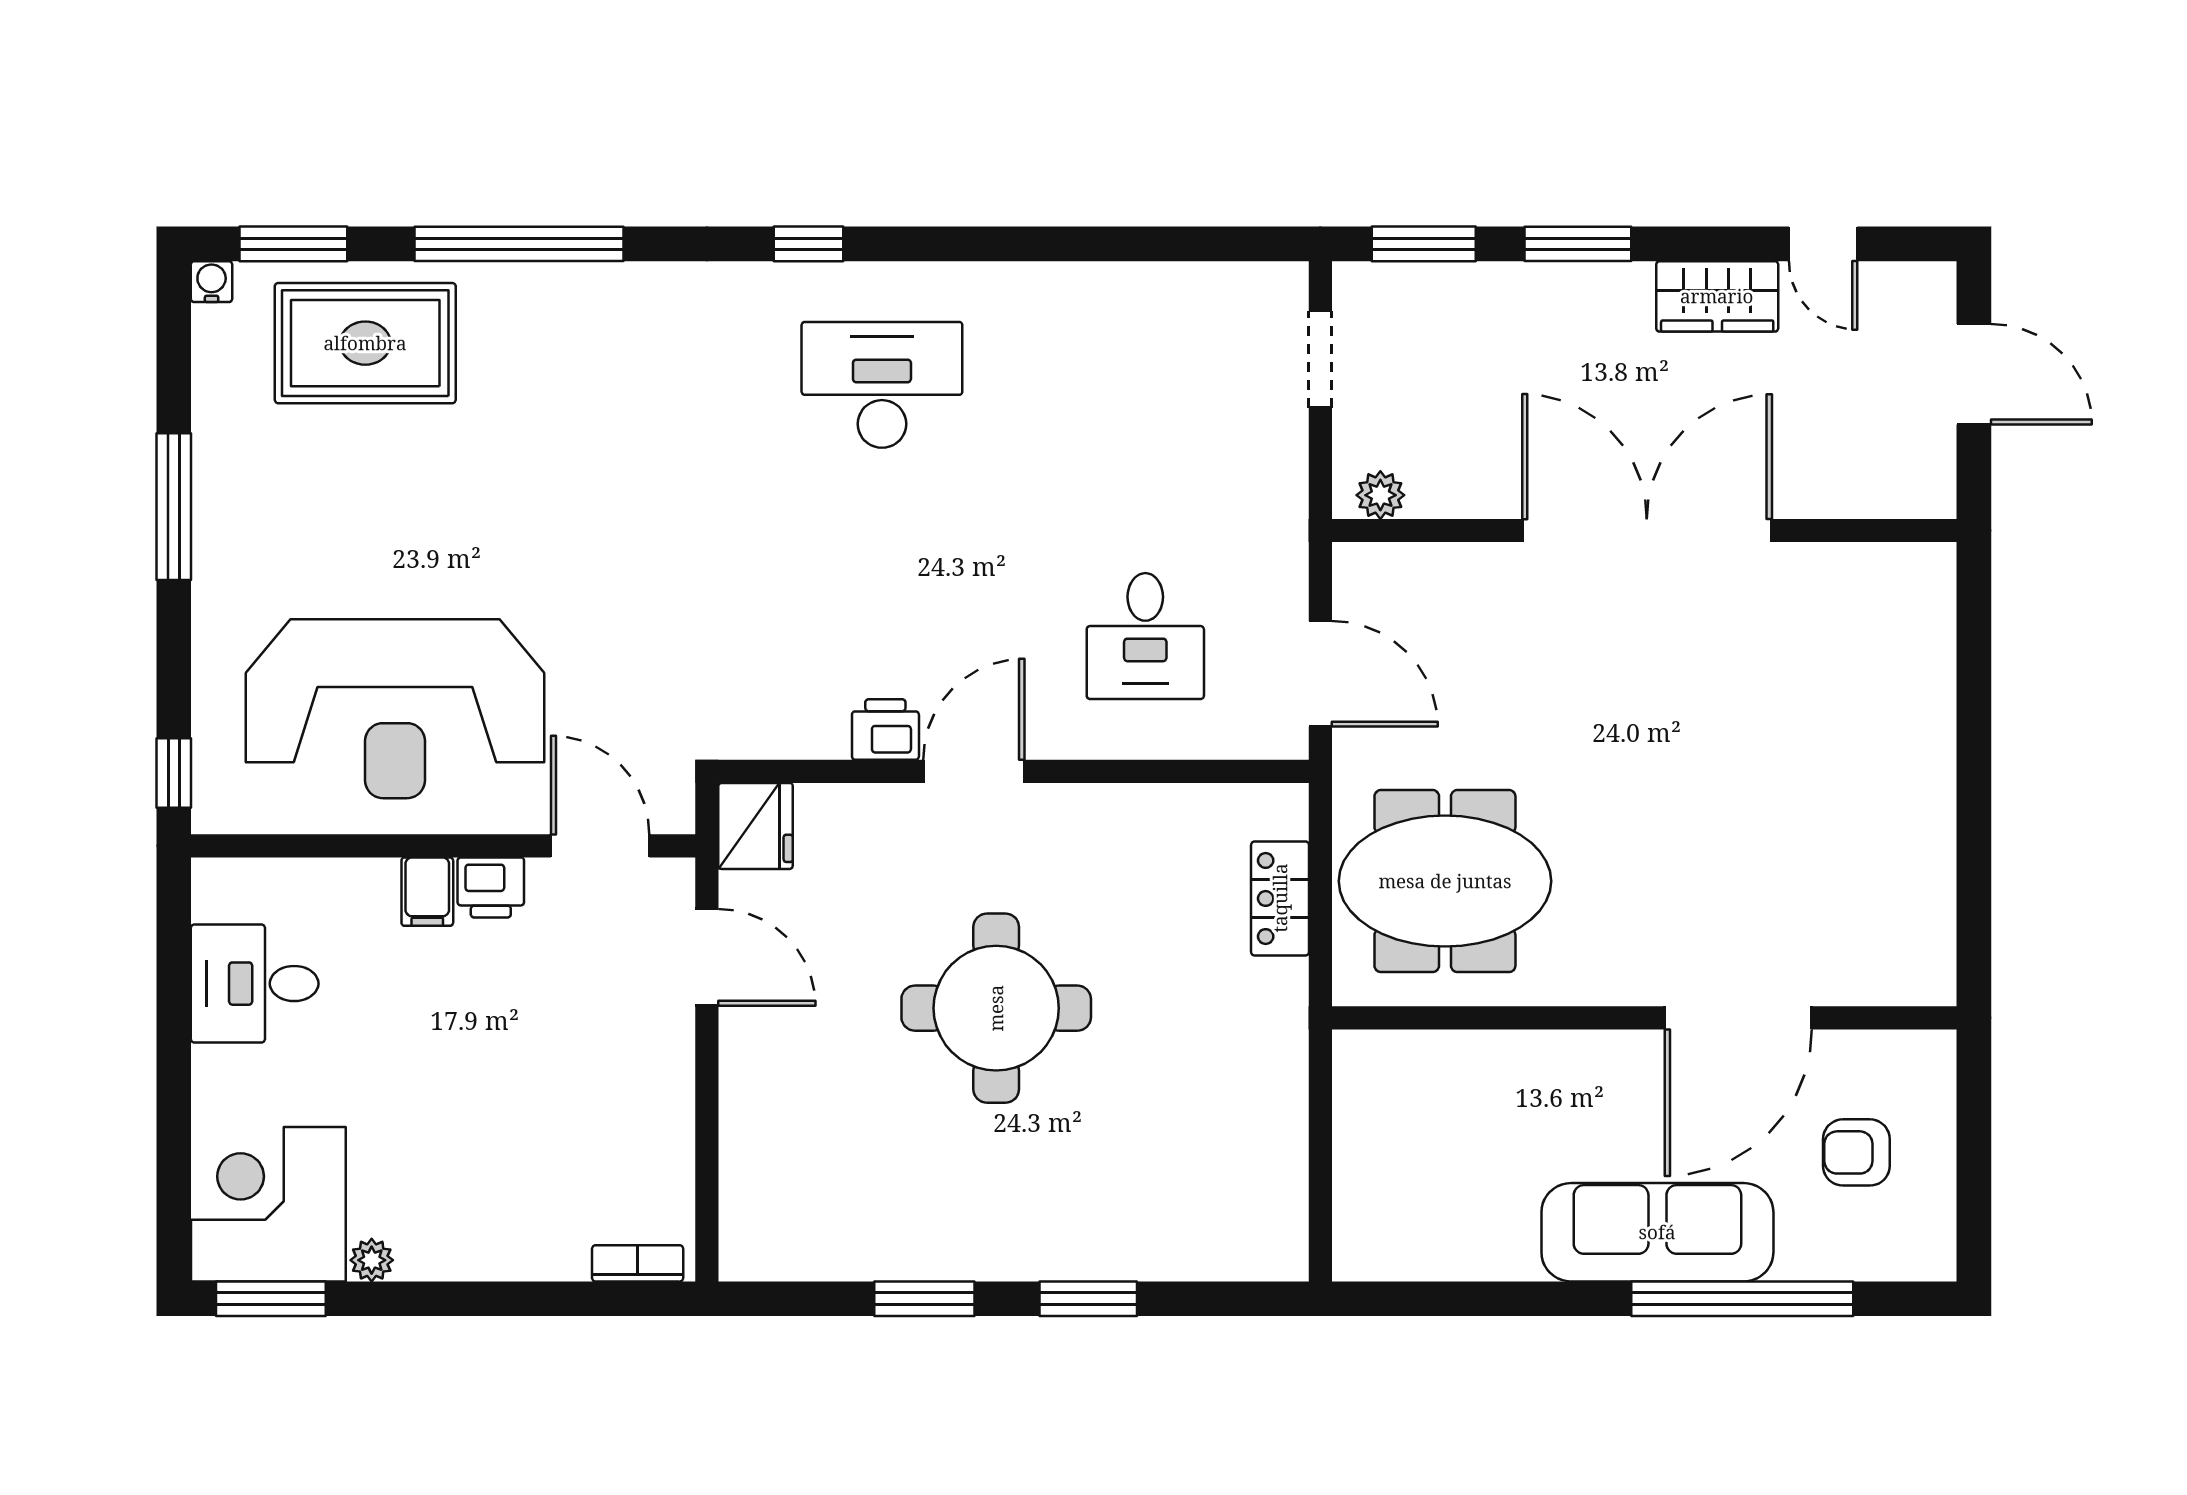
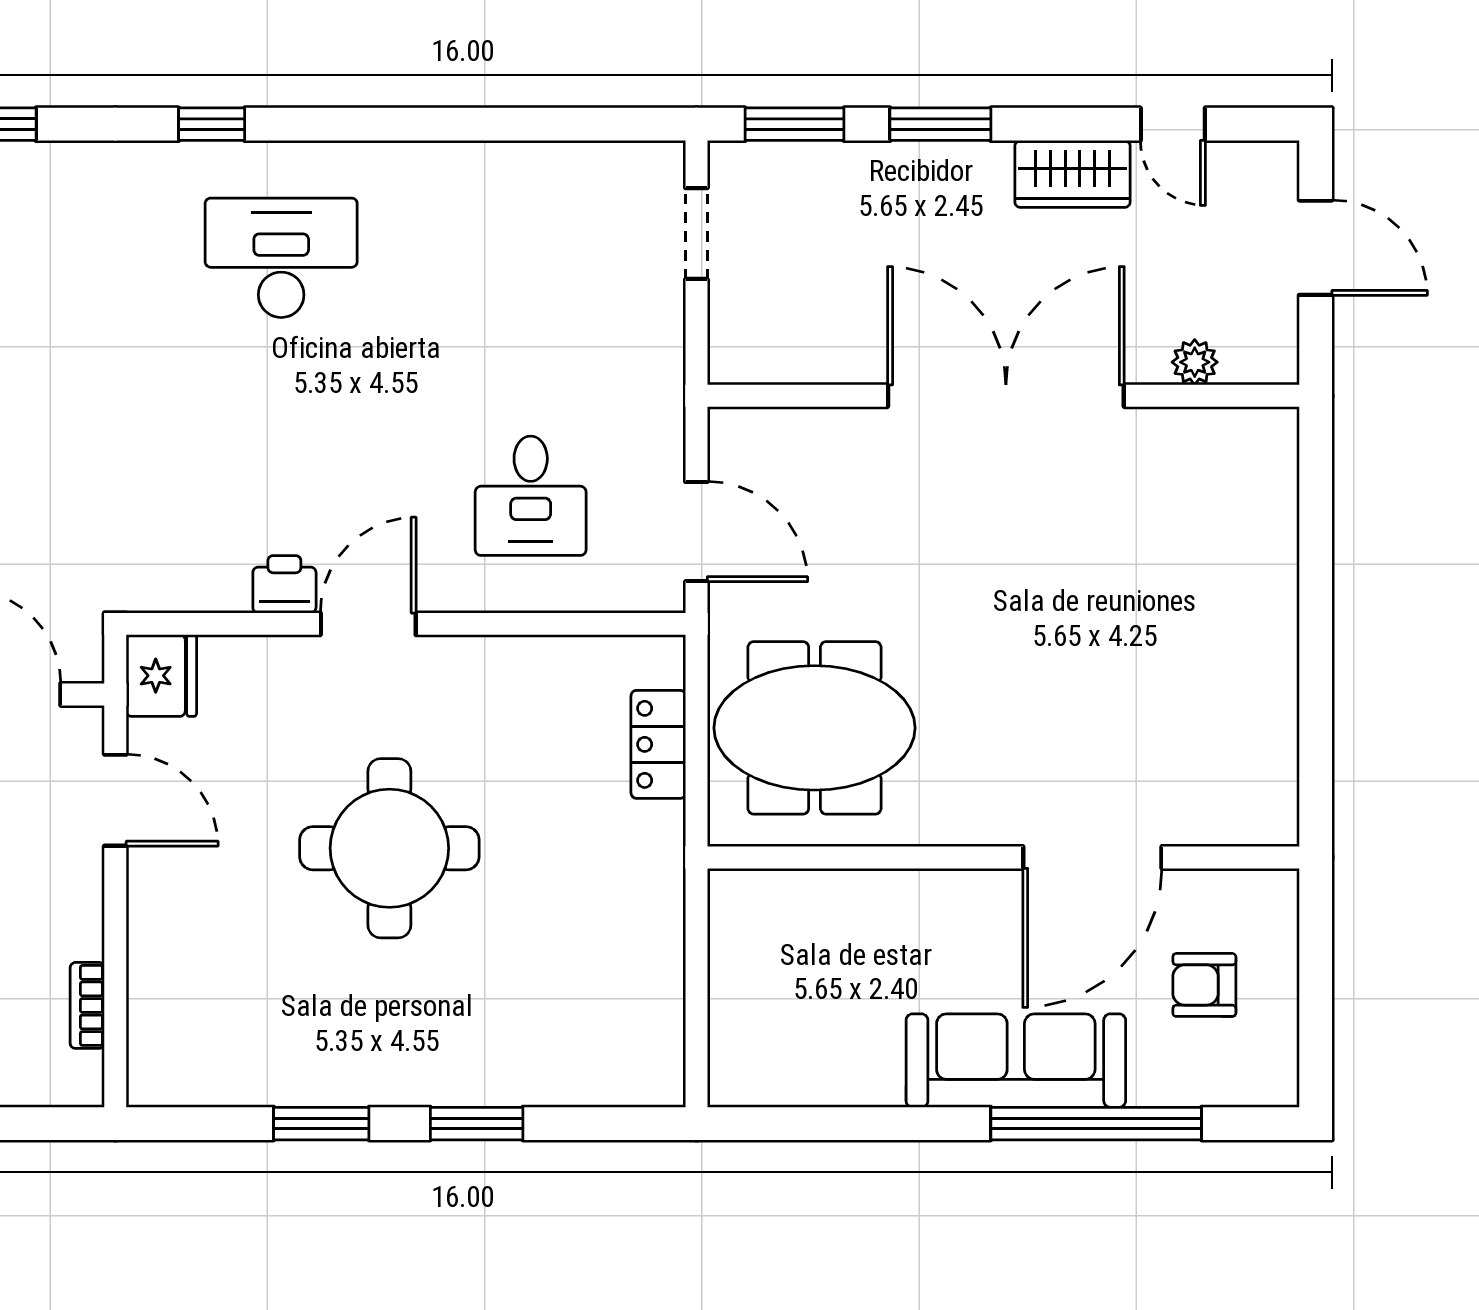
plant: (1380, 495) -> (1195, 362), moved
bookcase: (638, 1263) -> (87, 1005), moved, turned -90

